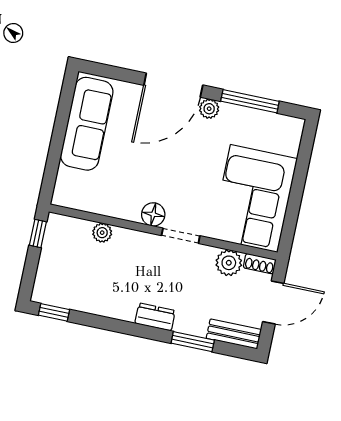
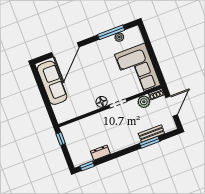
door: (173, 85) -> (65, 50), moved
plant: (209, 109) -> (119, 37), moved
plant: (102, 233) -> (86, 122), removed
dresser: (155, 317) -> (100, 153), moved
bench: (234, 334) -> (151, 133), moved

